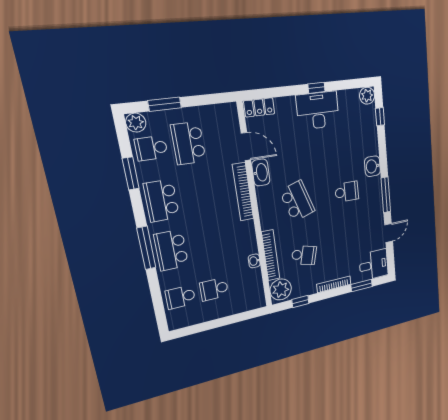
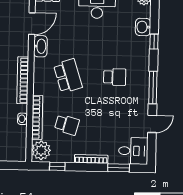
window: (380, 117) -> (154, 42), moved
door: (246, 147) -> (32, 24), hinge flipped
washbasin: (372, 166) -> (143, 27), moved
bookcase: (243, 192) -> (23, 80), moved

